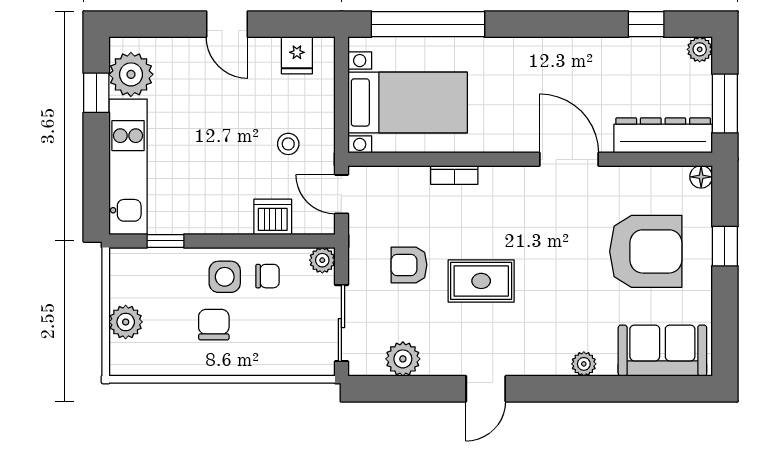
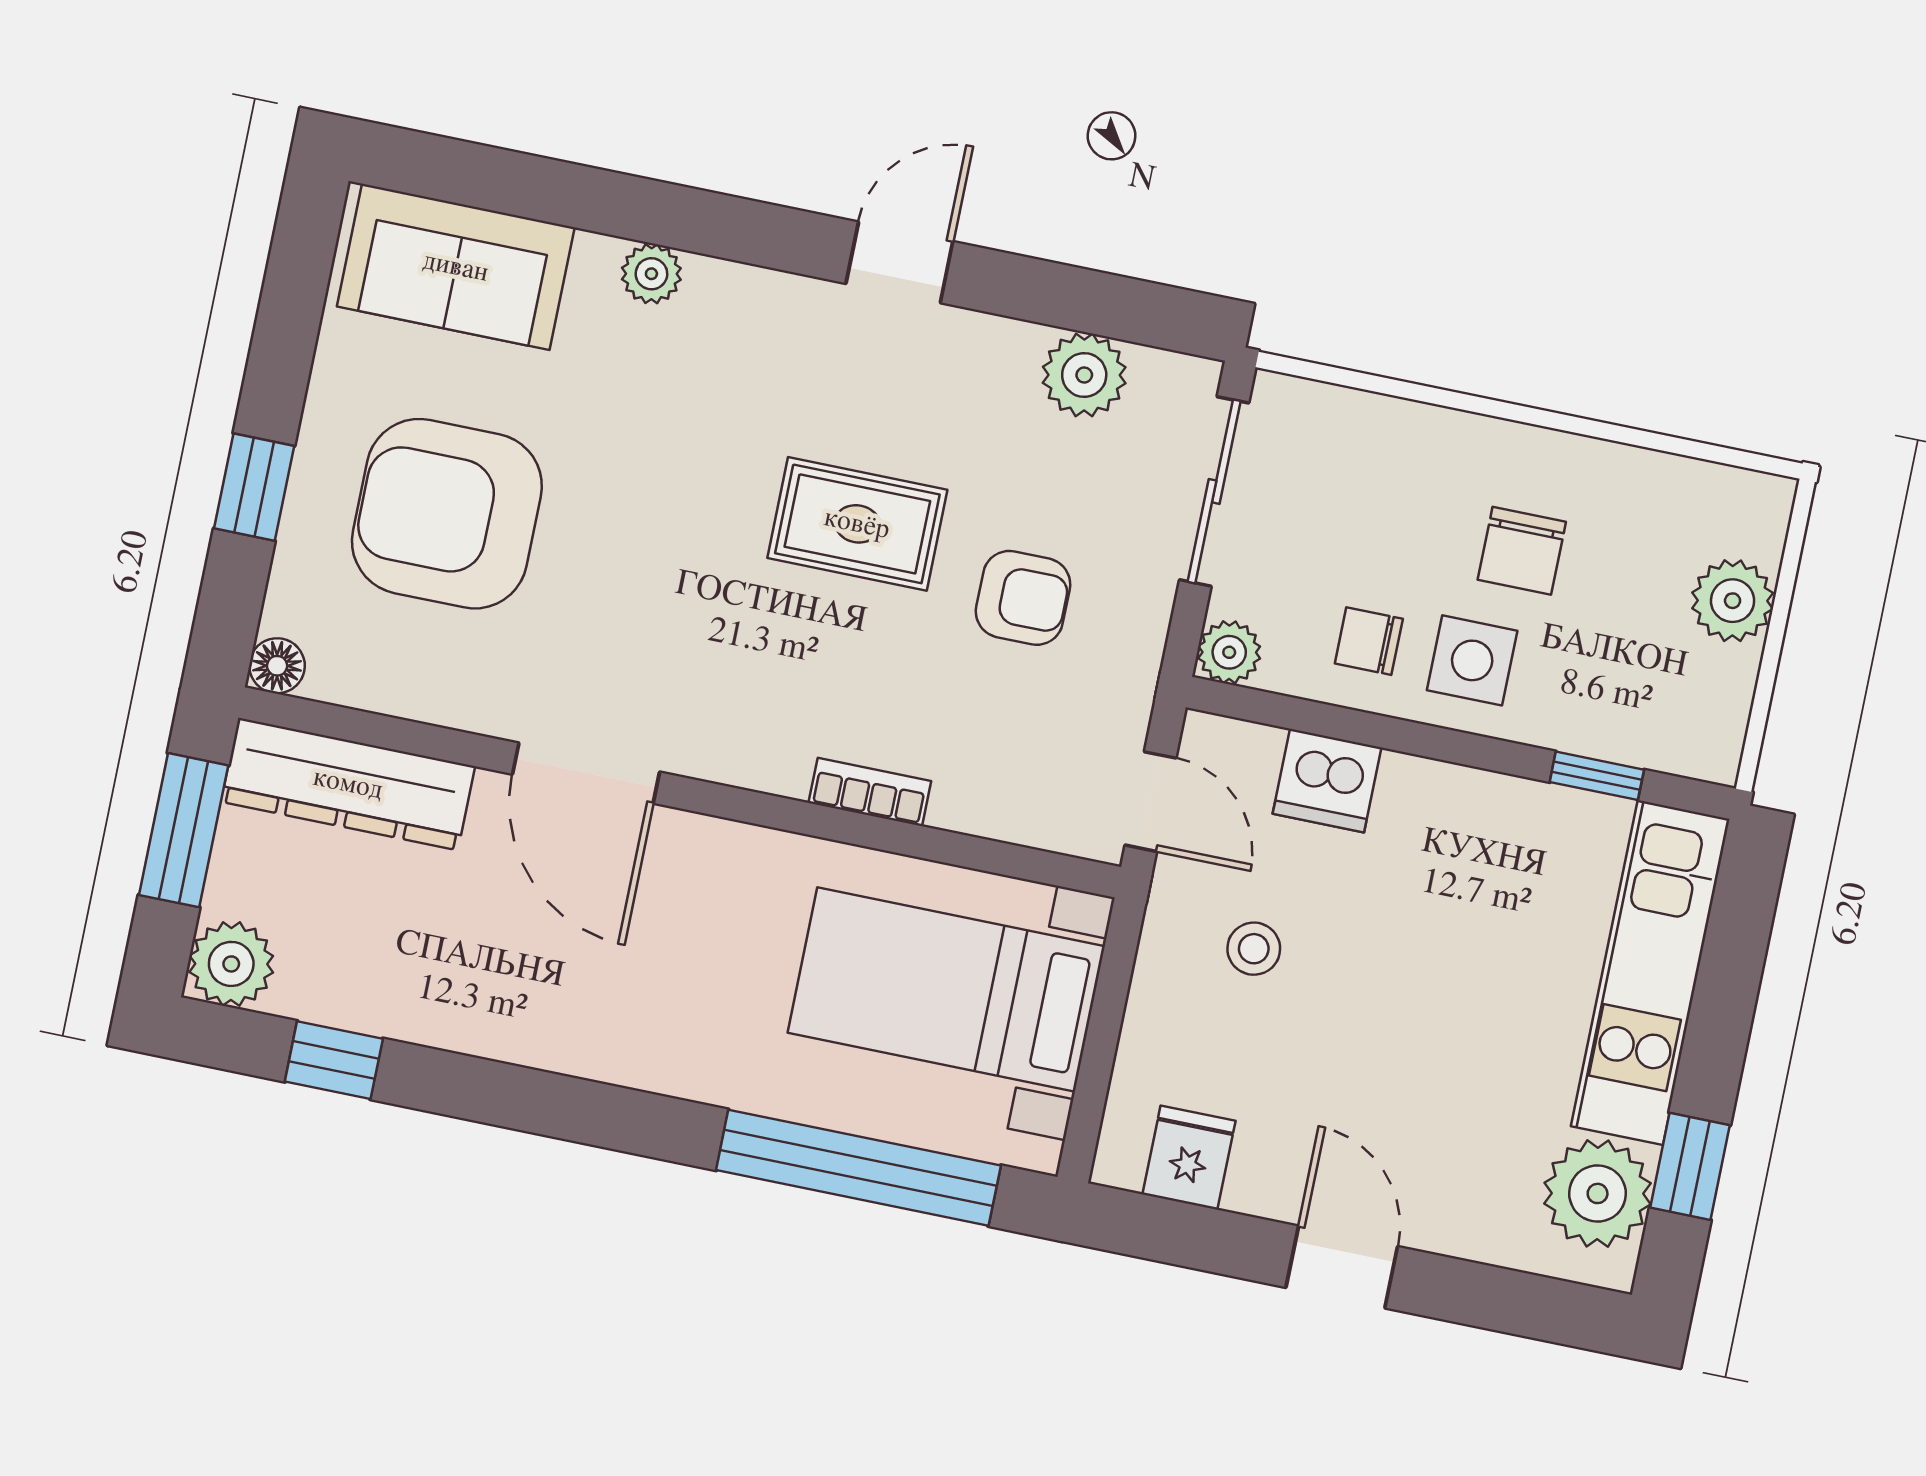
plant: (700, 49) -> (231, 964), width x1.38, depth x1.38

